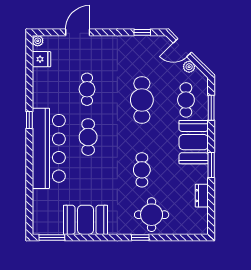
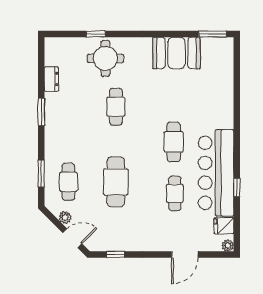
window: (29, 120) -> (237, 187), moved
booth: (194, 142) -> (60, 137), removed
bar counter: (49, 148) -> (216, 173), moved
window: (140, 237) -> (96, 34), moved

